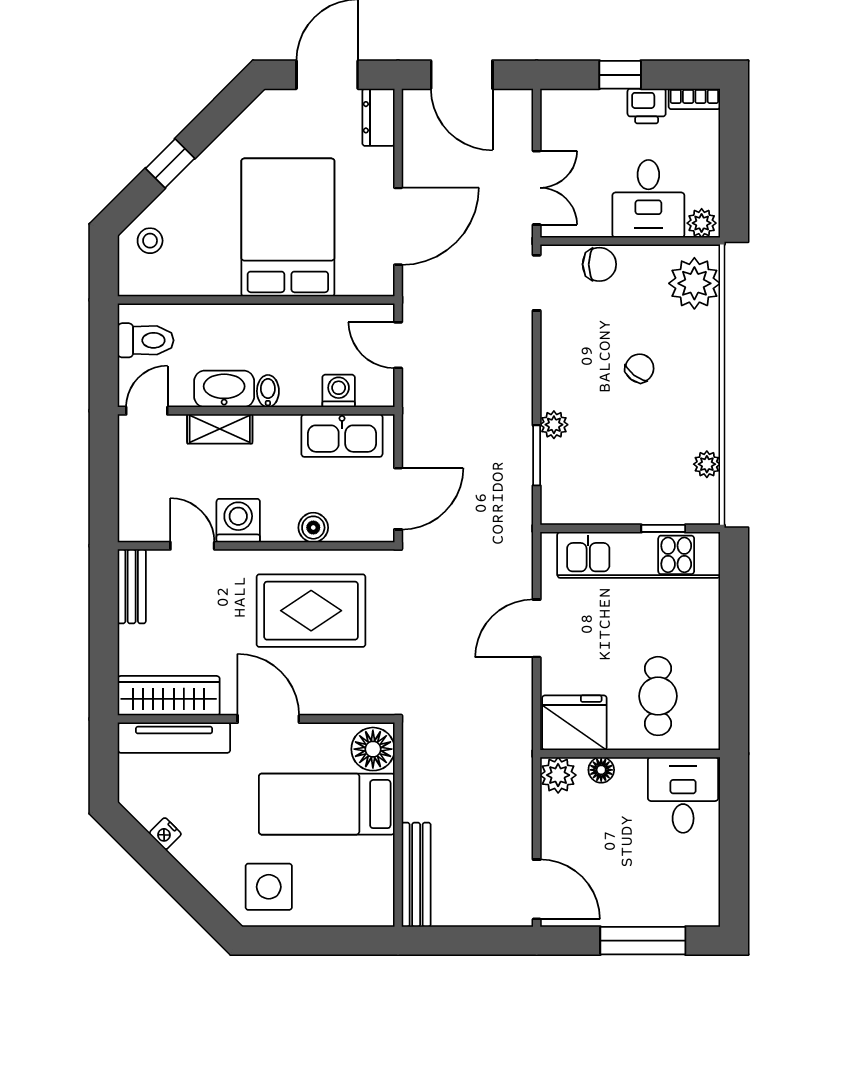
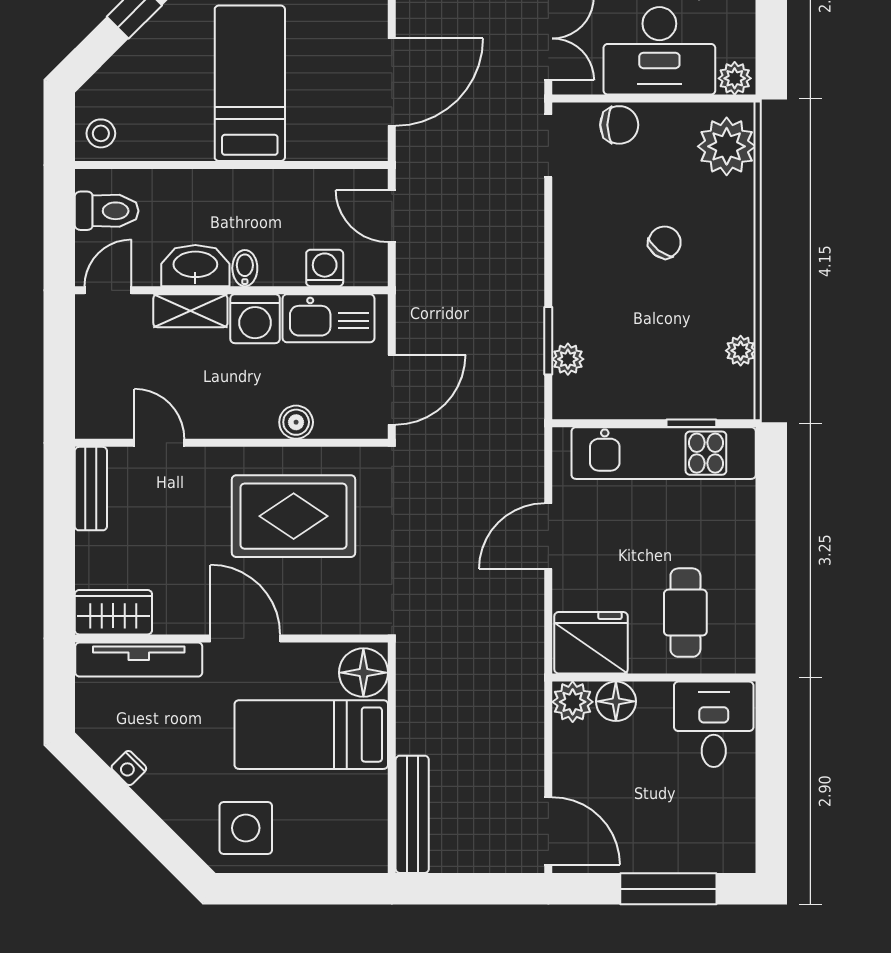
desk: (648, 199) -> (659, 51), width x1.37
bed: (288, 227) -> (250, 83), width x0.67
stool: (150, 241) -> (101, 133), moved
plant: (554, 425) -> (568, 359), moved
washing machine: (238, 521) -> (255, 319), moved, turned 180
wardrobe: (169, 696) -> (113, 612), width x0.67
floor lamp: (601, 770) -> (616, 701), width x1.37, depth x1.37

